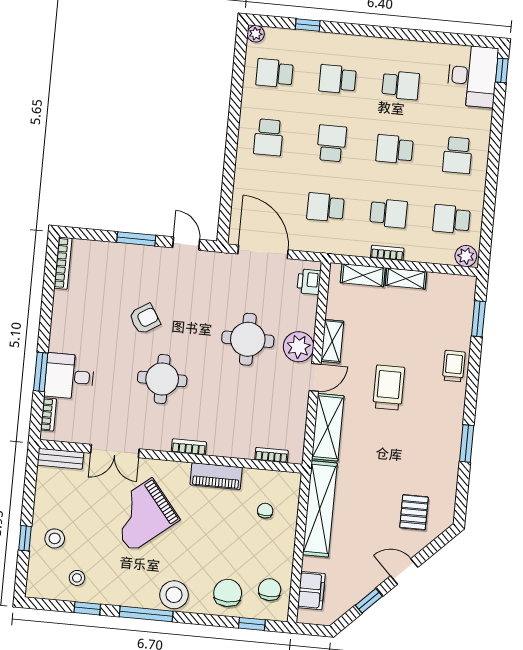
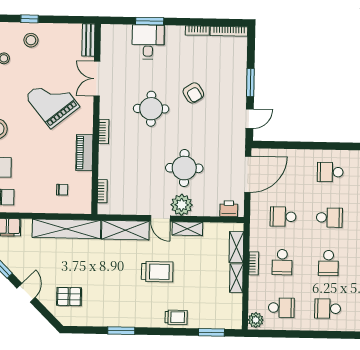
school desk: (395, 149) -> (328, 263), turned 180
school desk: (326, 207) -> (283, 217), turned -90
school desk: (452, 219) -> (281, 308), turned 90
bookcase: (48, 414) -> (197, 31), moved

